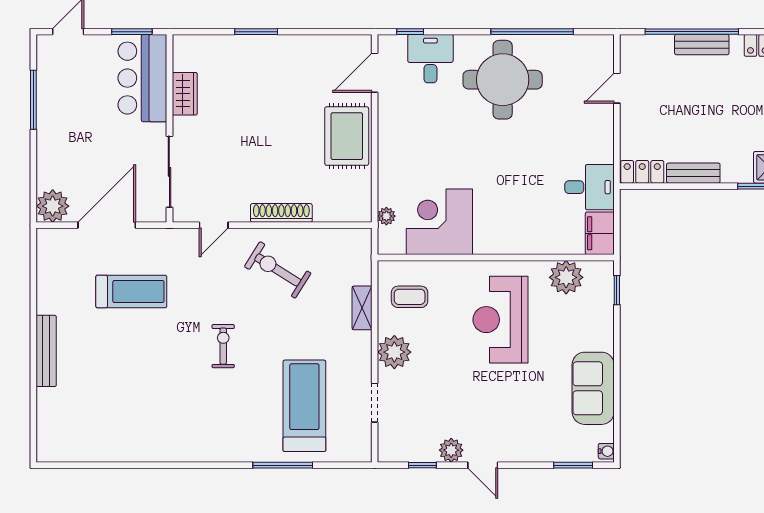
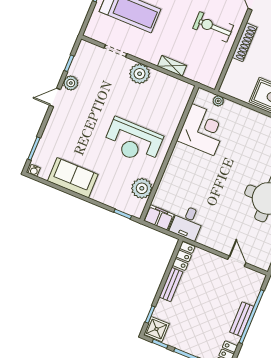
exercise bike: (278, 270) -> (213, 27), turned -122
coffee table: (410, 297) -> (167, 95), removed
reception desk: (500, 320) -> (133, 141), turned 180

